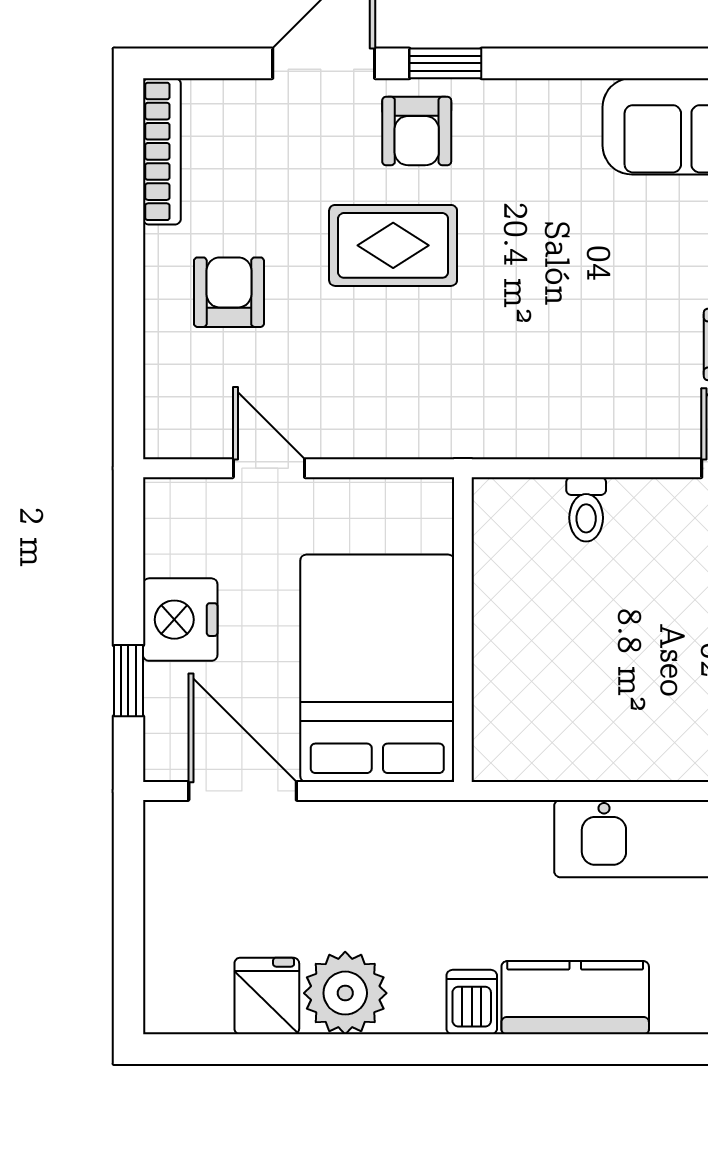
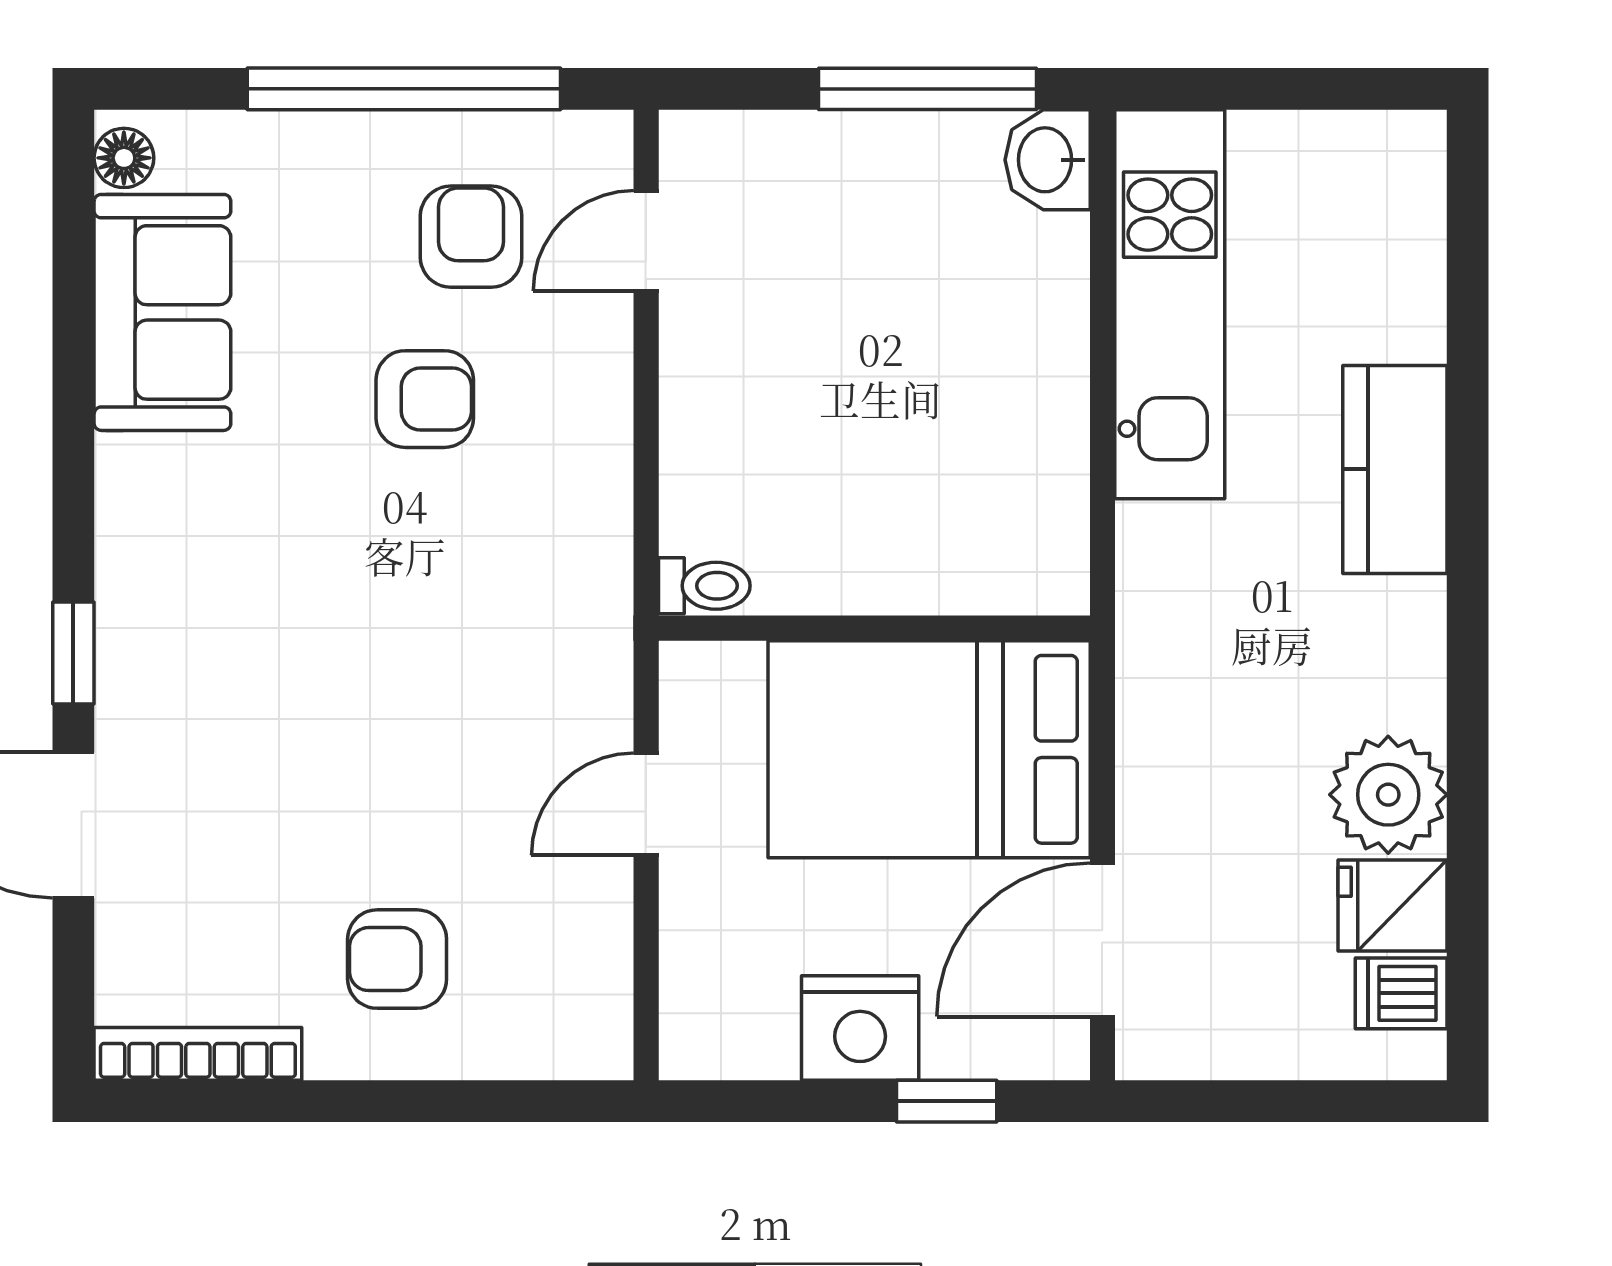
armchair: (417, 131) -> (425, 399), moved
rug: (393, 245) -> (331, 727), removed
door: (269, 468) -> (646, 804), moved
toilet: (586, 509) -> (704, 586), moved
dishwasher: (472, 1002) -> (1401, 993), moved

